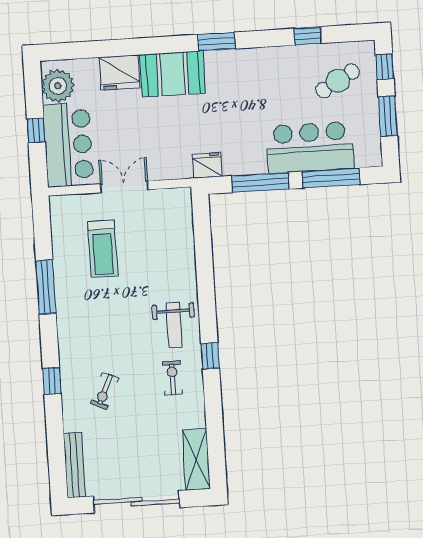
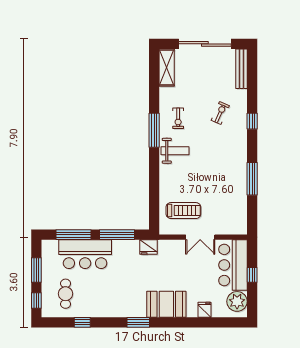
fridge: (119, 73) -> (204, 310), width x0.53, depth x0.75
cafe table: (338, 81) -> (66, 294), turned -60
treadmill: (103, 249) -> (183, 211), moved, turned 90
weight bench: (174, 325) -> (175, 151), turned 90
window: (210, 356) -> (154, 130), width x2.17

